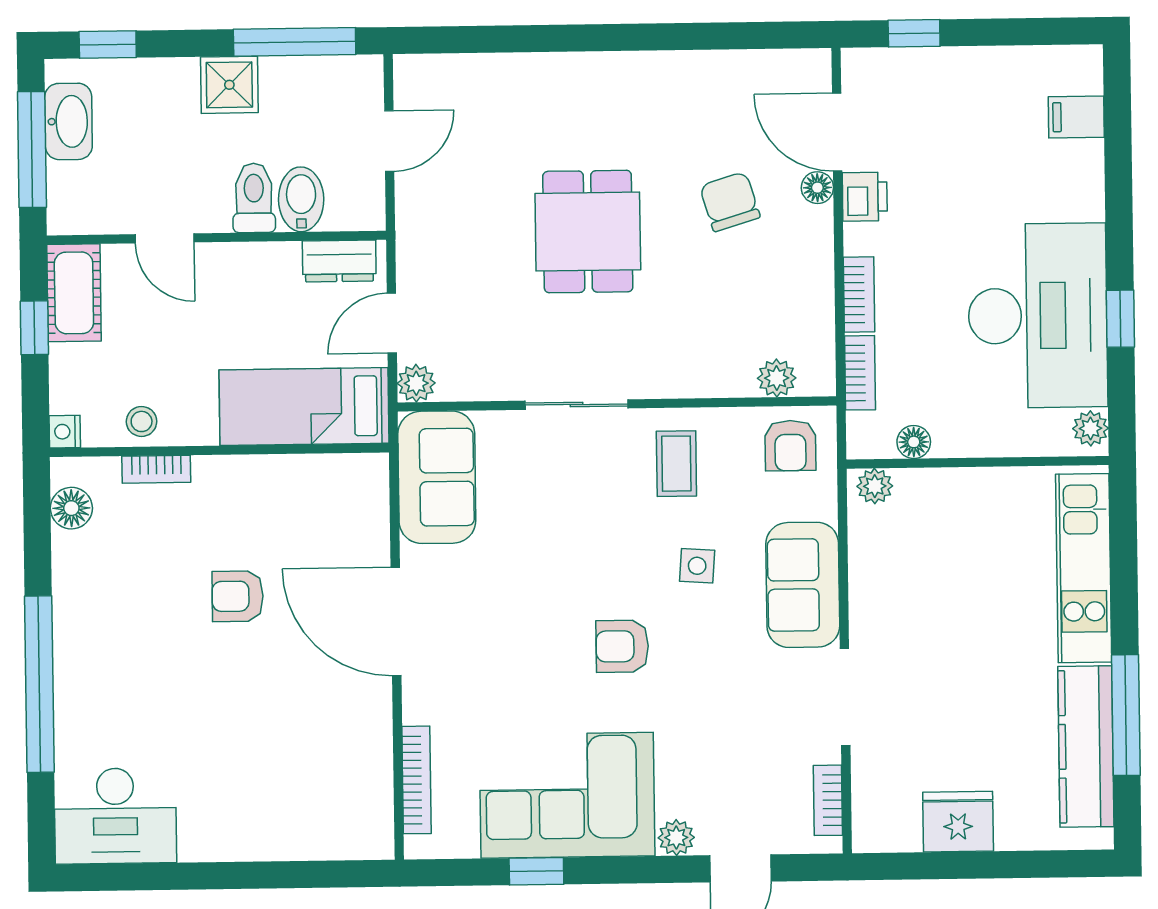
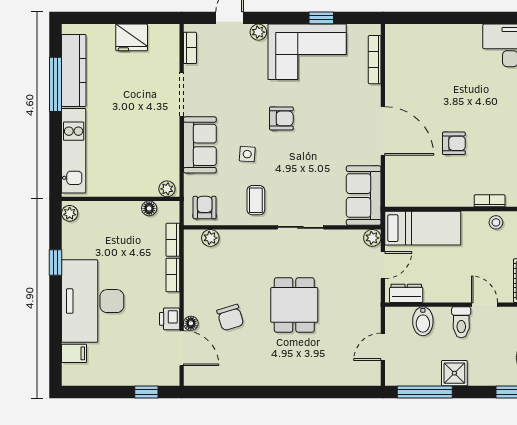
toilet: (254, 198) -> (461, 322), moved
desk: (1038, 316) -> (93, 301), moved

